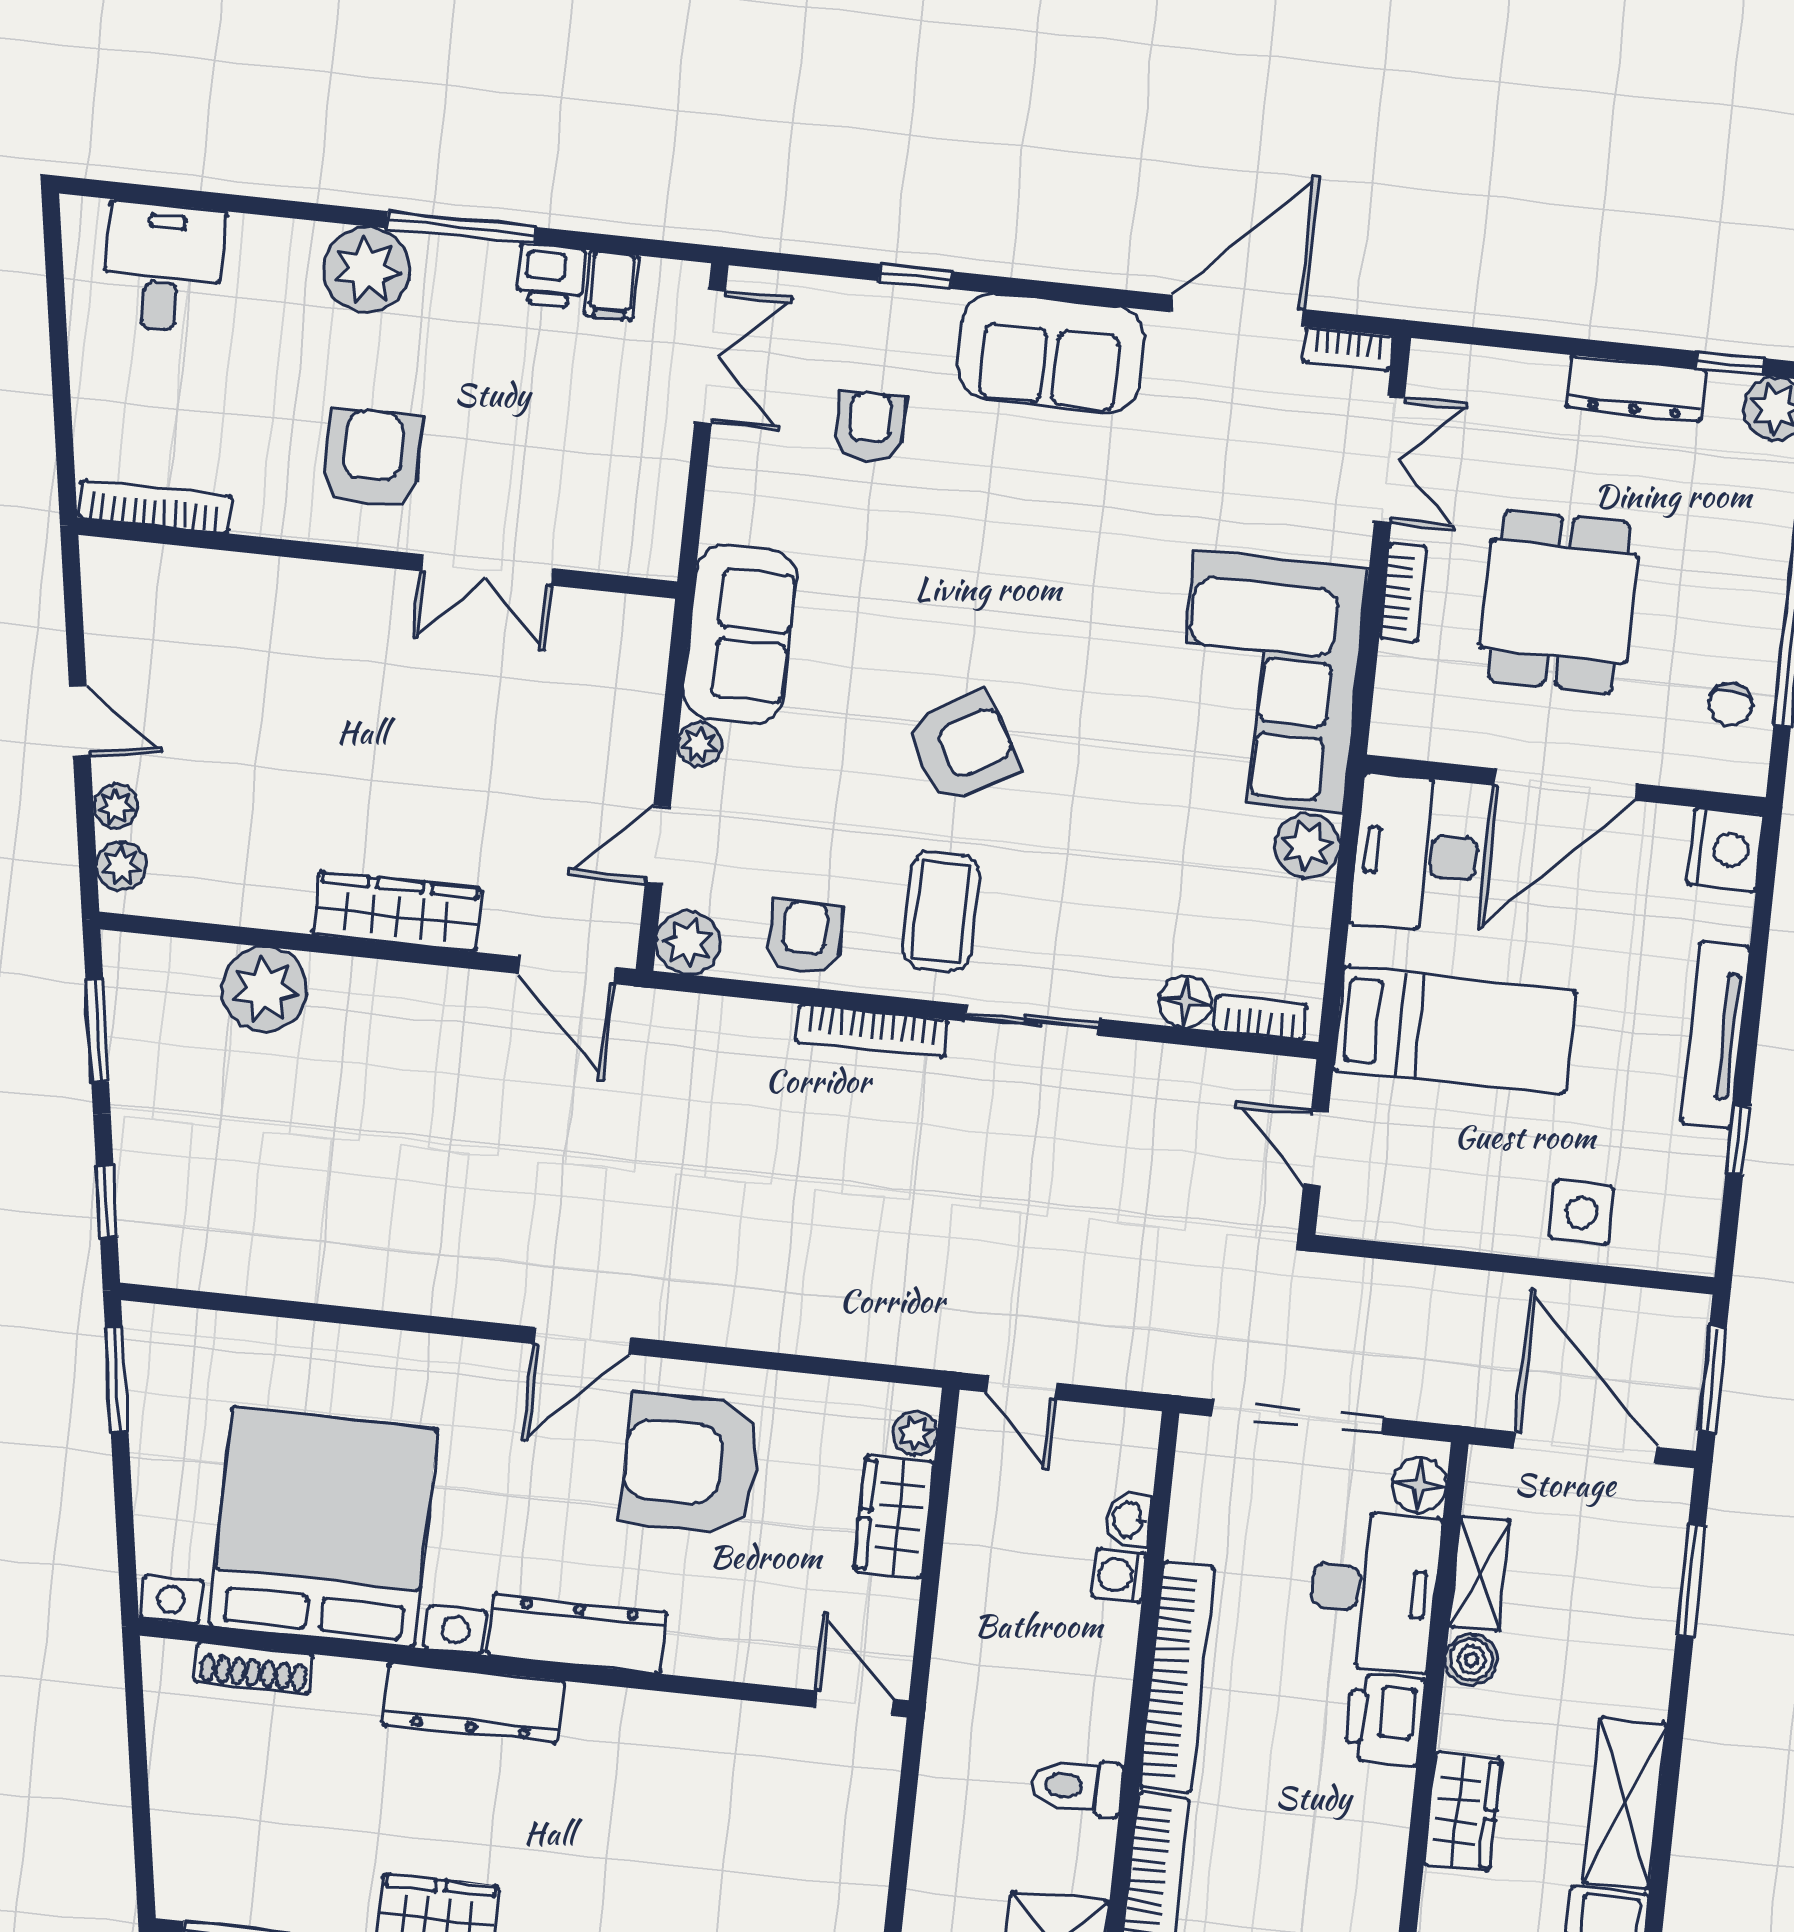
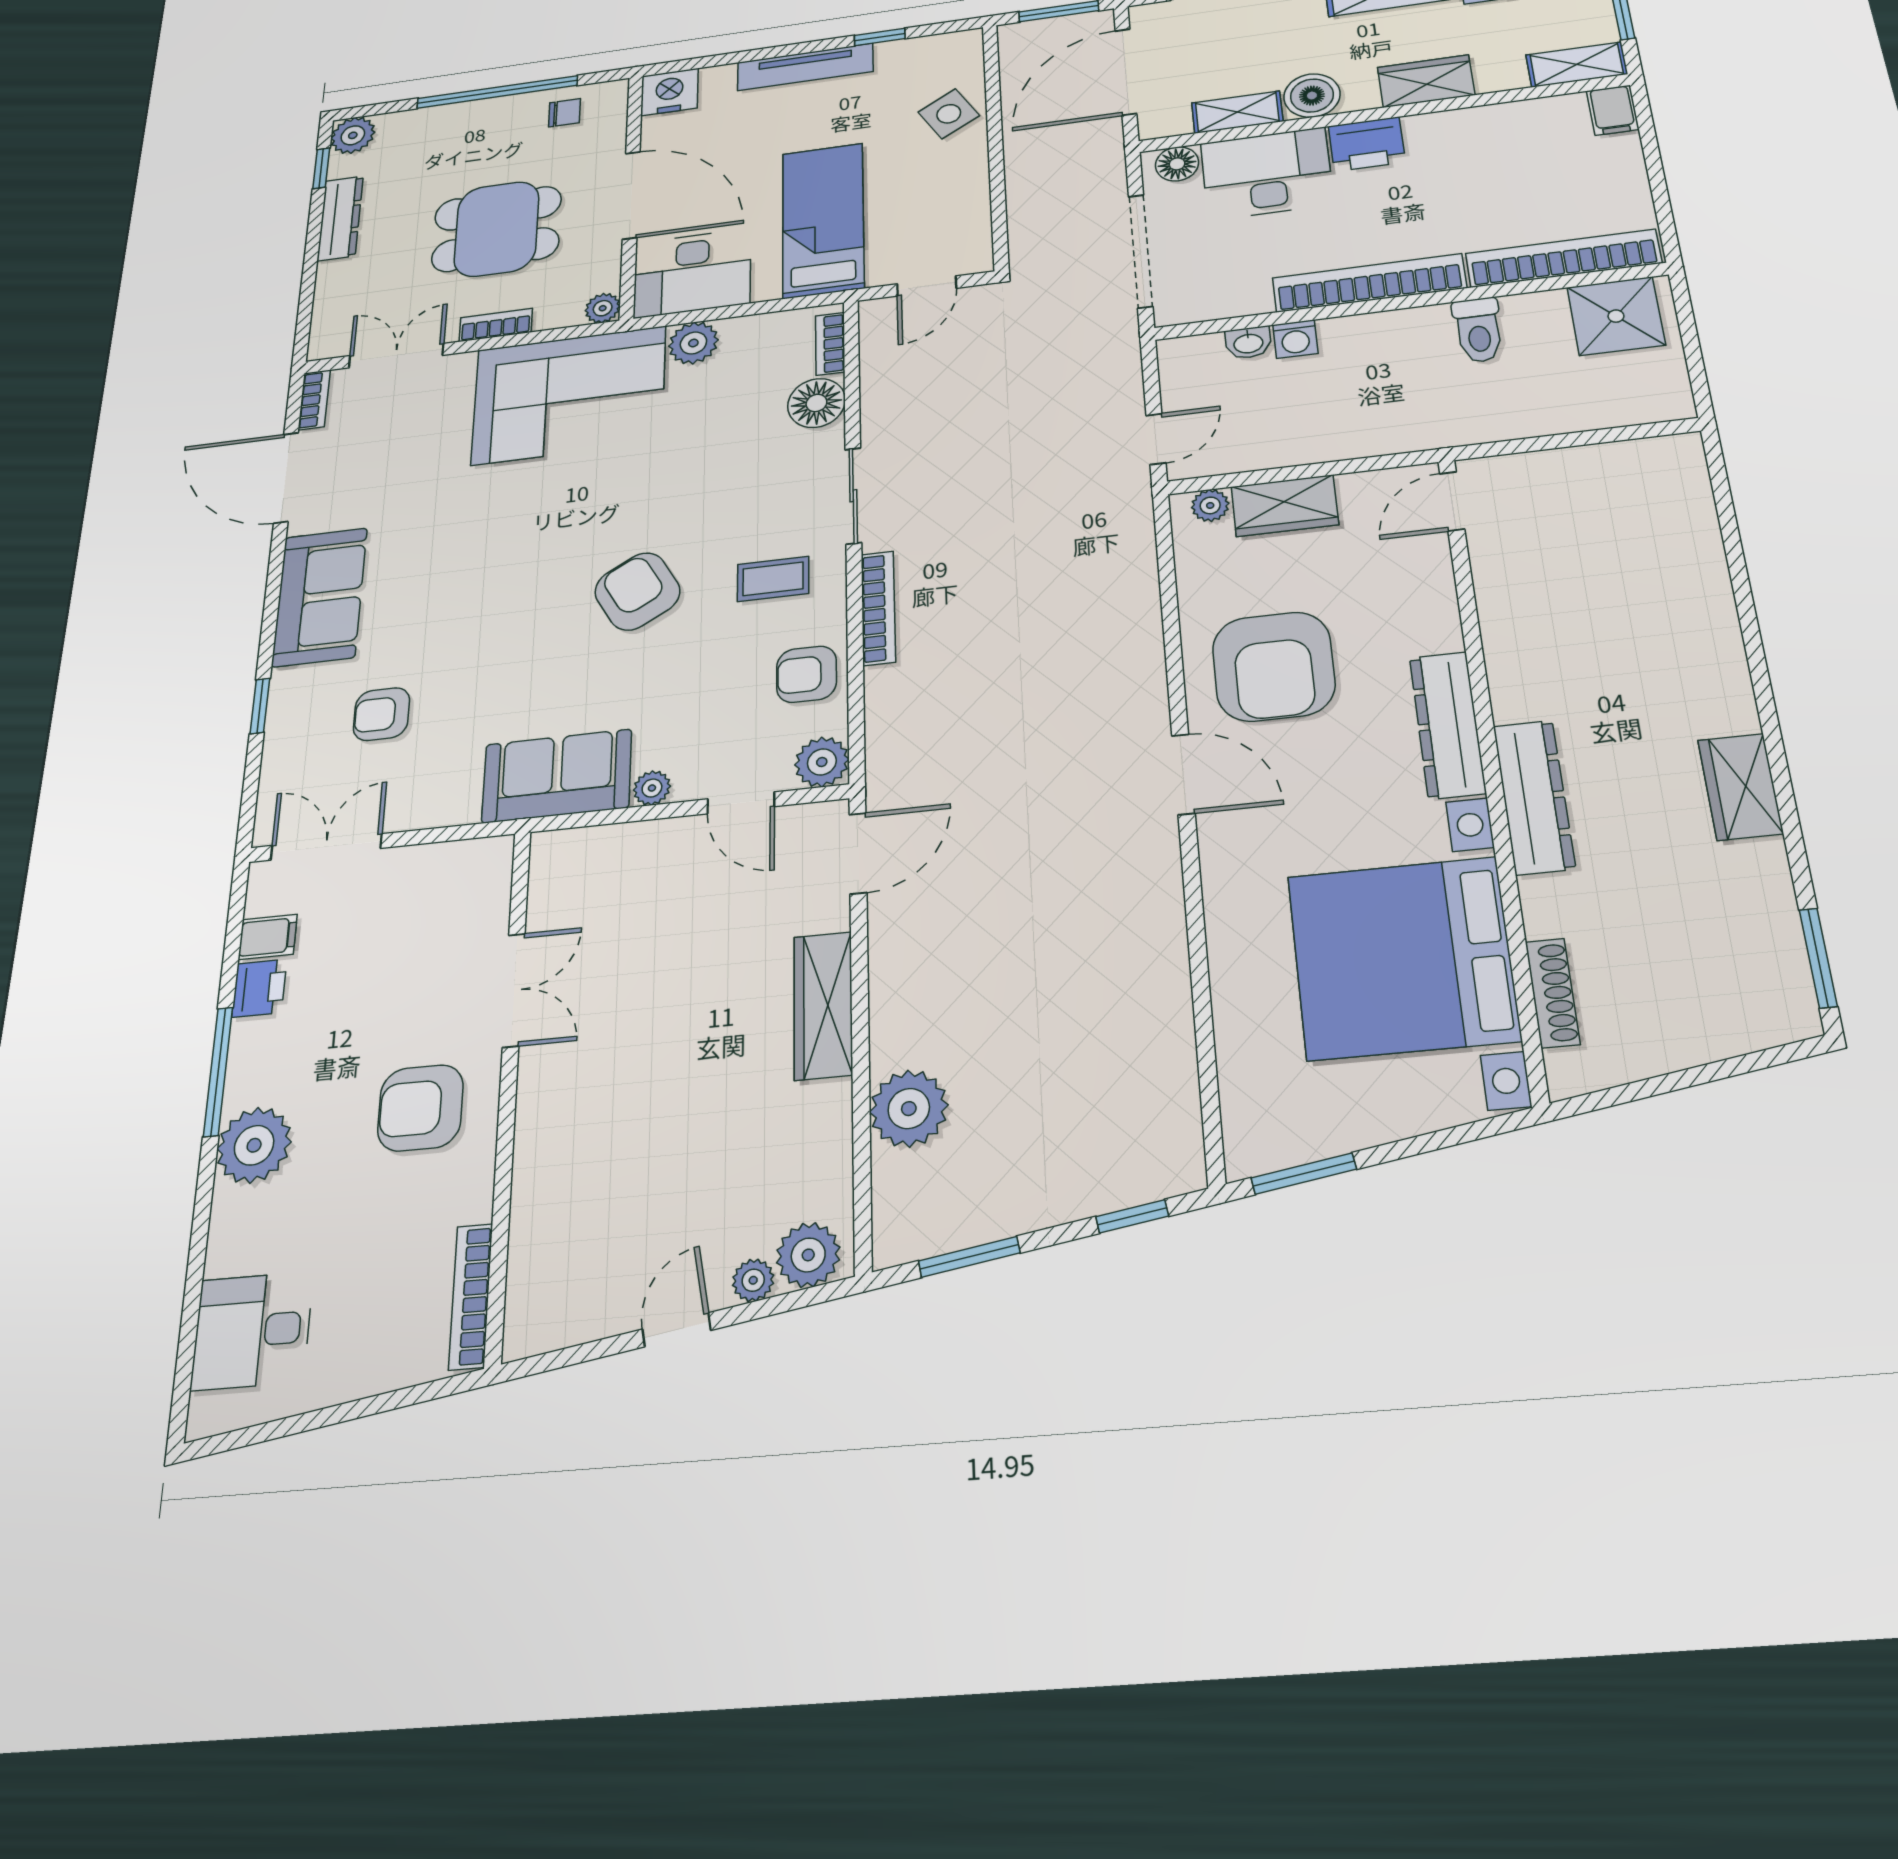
plant: (1392, 734) -> (603, 308), added
plant: (121, 866) -> (808, 1255), width x1.38, depth x1.38
coffee table: (941, 912) -> (773, 579), width x0.73, depth x0.77
floor lamp: (1185, 1001) -> (816, 403), width x1.38, depth x1.38
side table: (1582, 1212) -> (949, 114), turned -31
boiler: (1471, 1660) -> (1312, 96), width x1.36, depth x1.36

